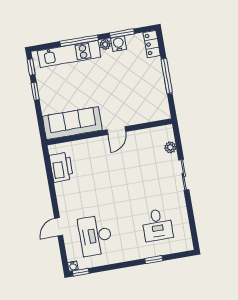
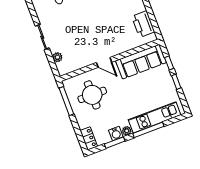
window: (31, 67) -> (169, 63), moved
window: (167, 76) -> (66, 101), moved
round table: (138, 95) -> (92, 95), added
door: (116, 131) -> (104, 62), swing flipped

